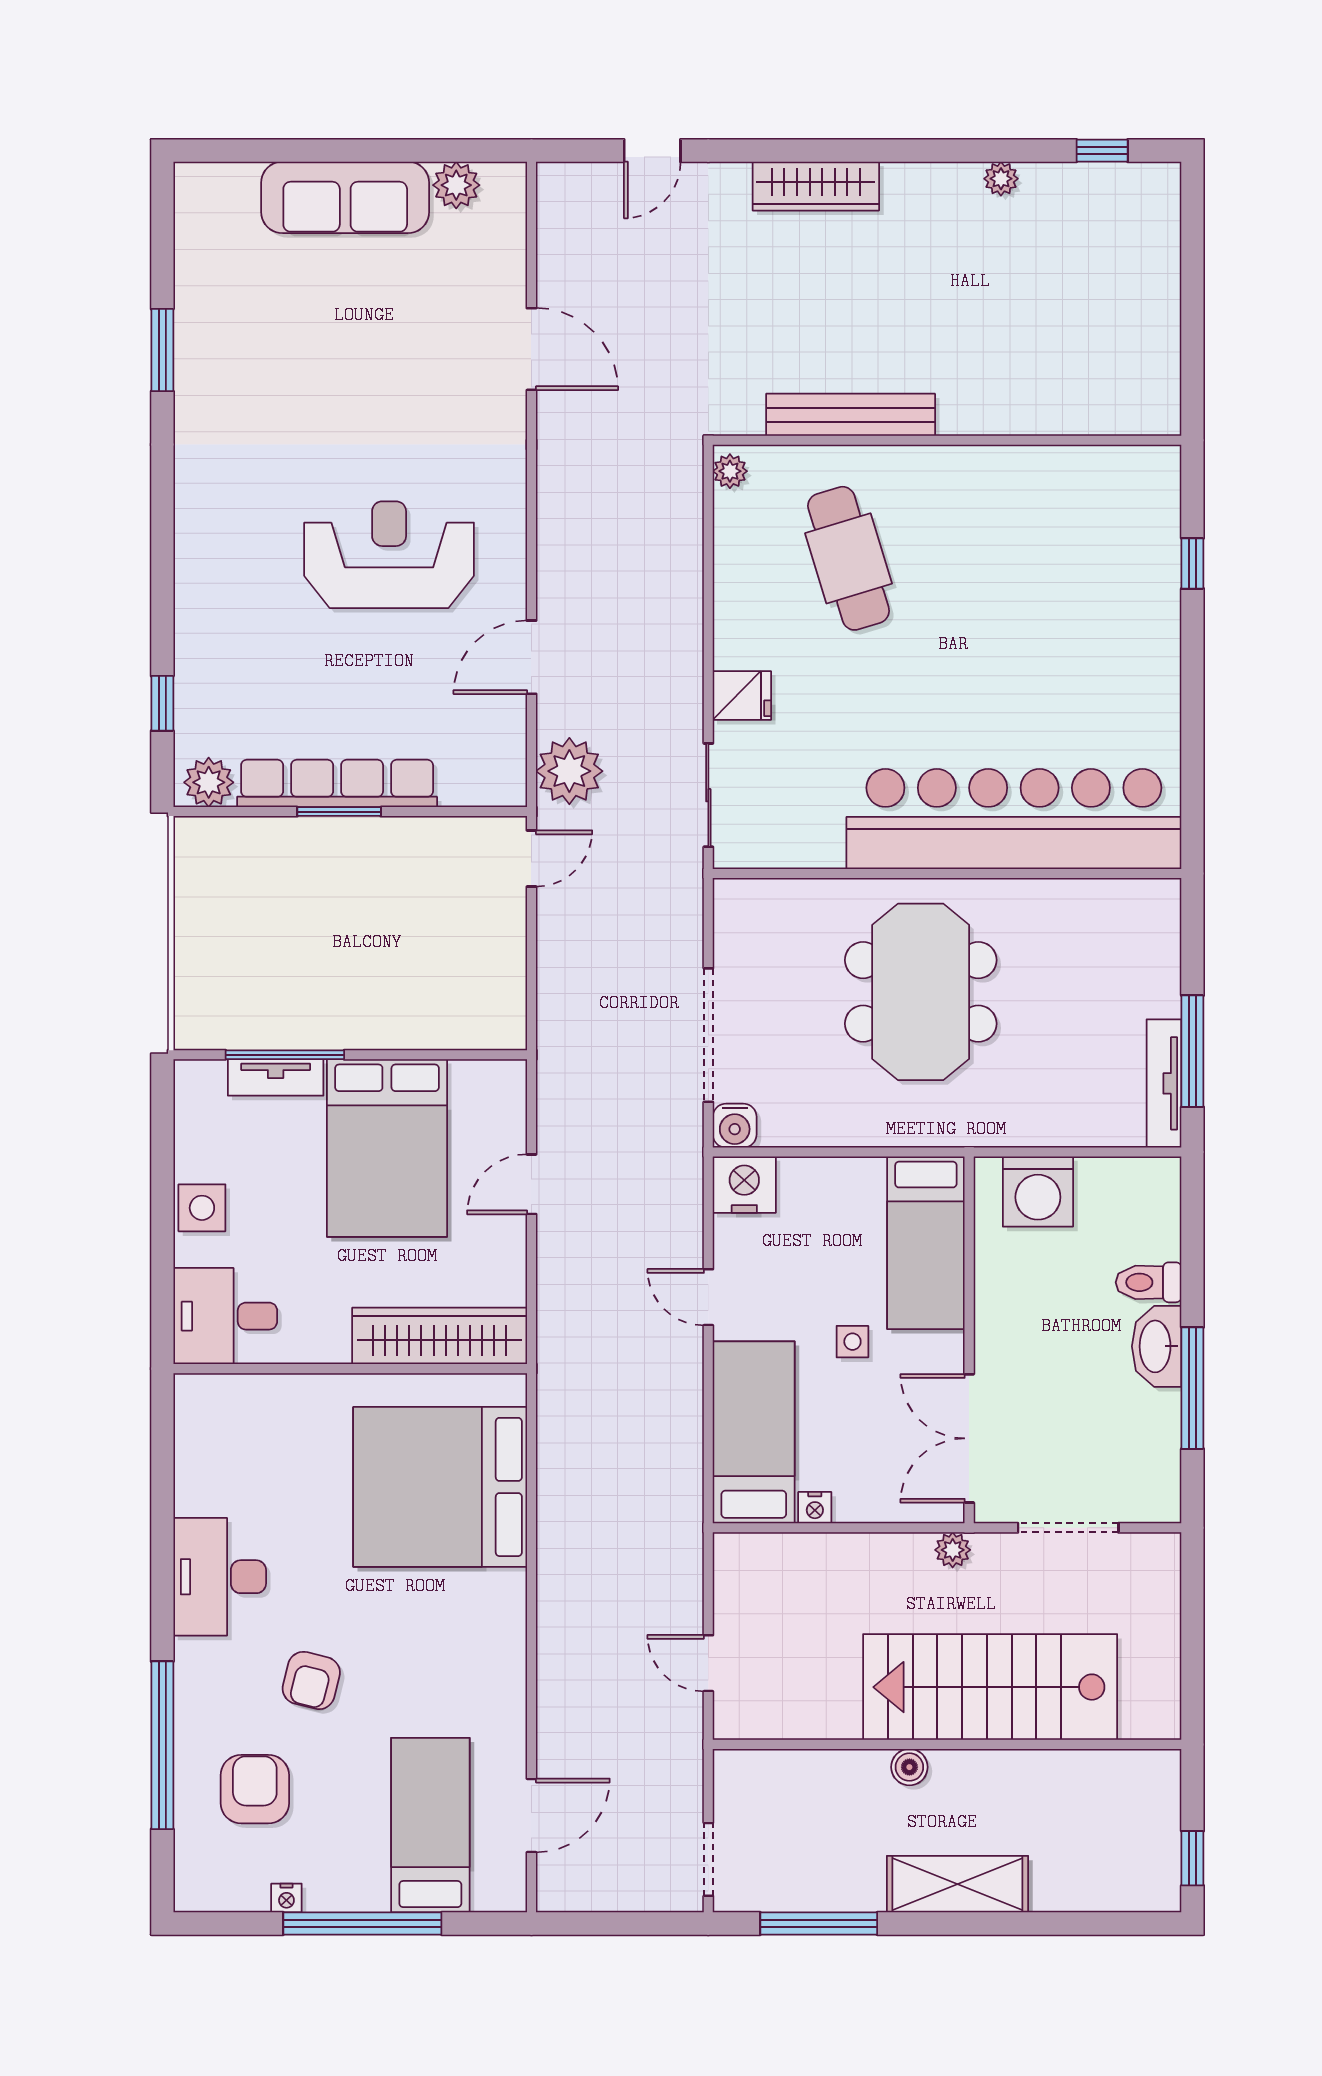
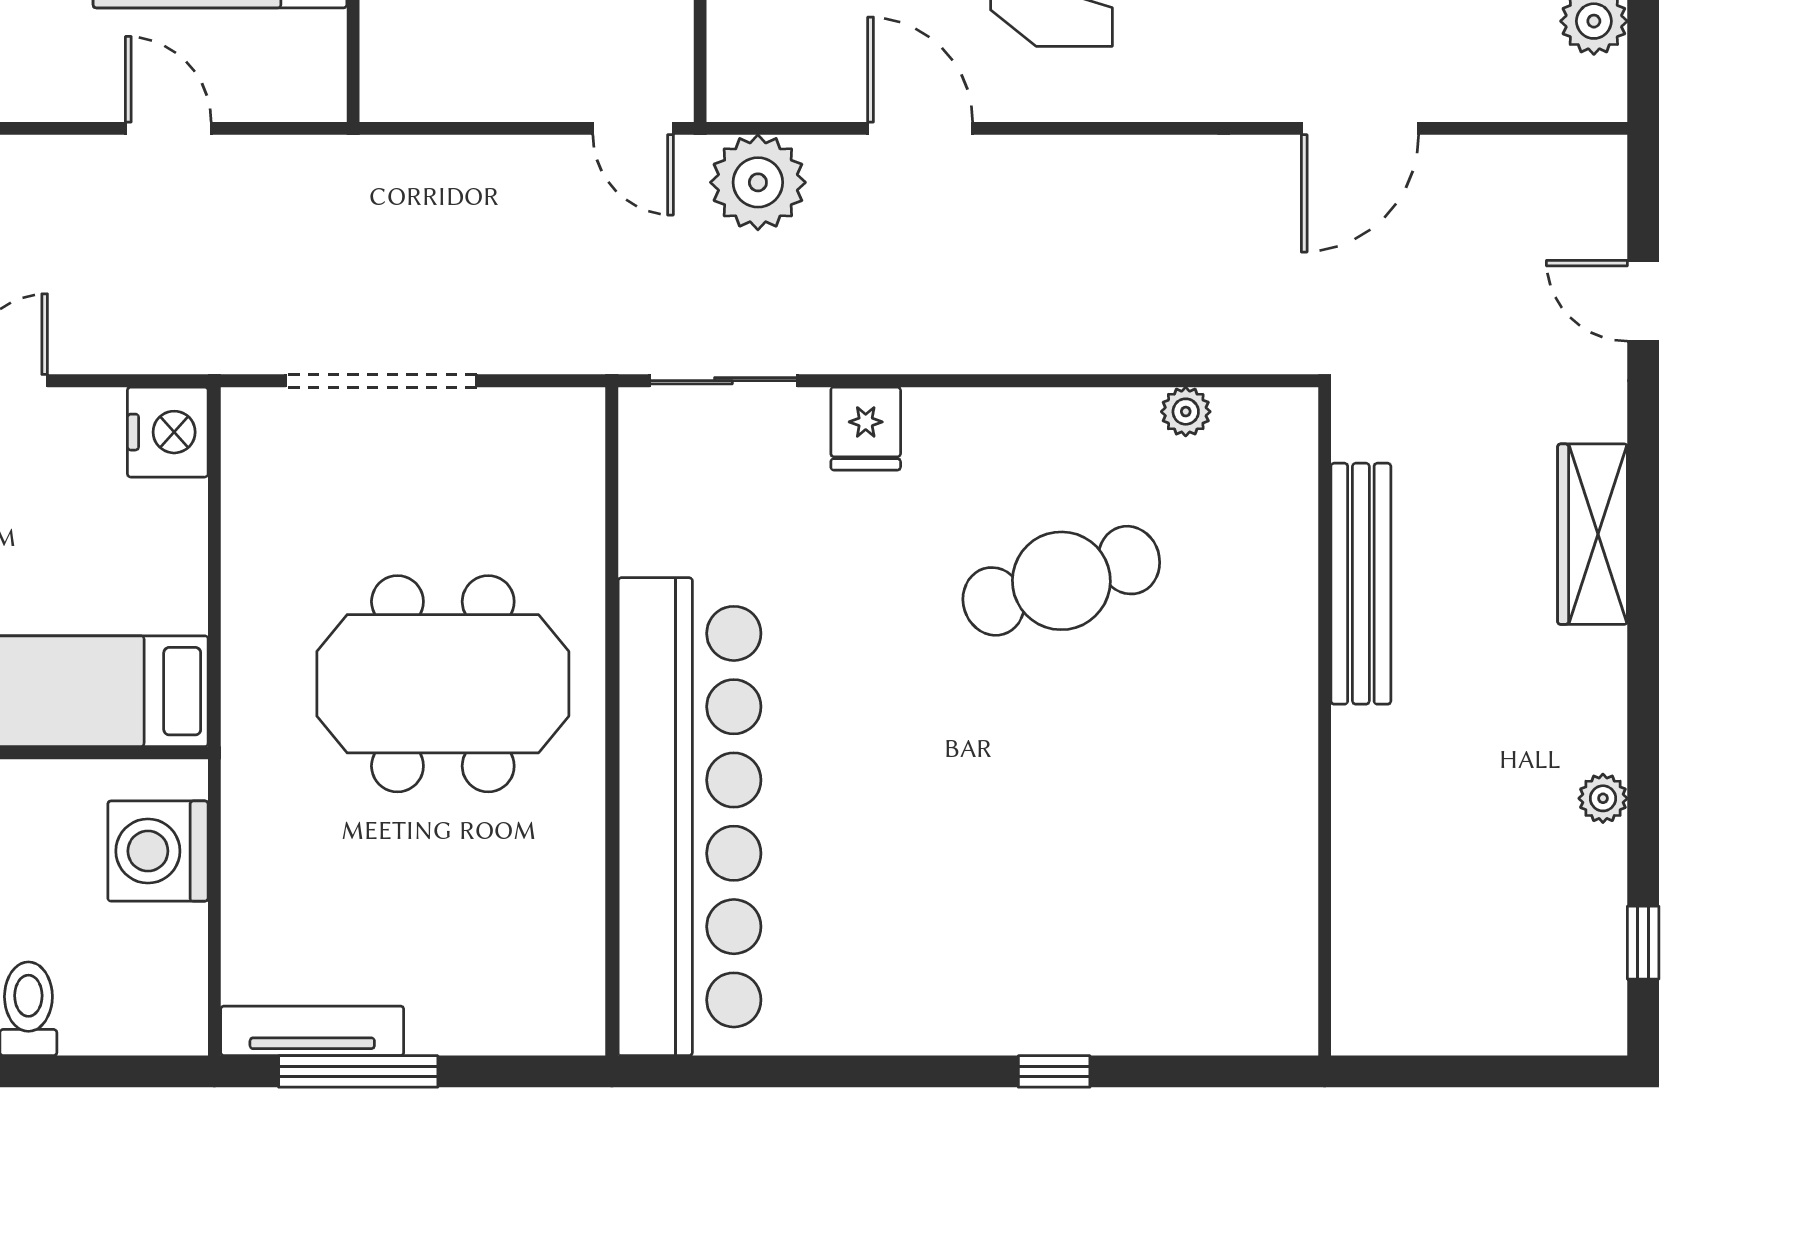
bench: (851, 415) -> (1361, 584), moved
wall: (947, 440) -> (1325, 721), moved
water cooler: (735, 1126) -> (252, 418), removed

